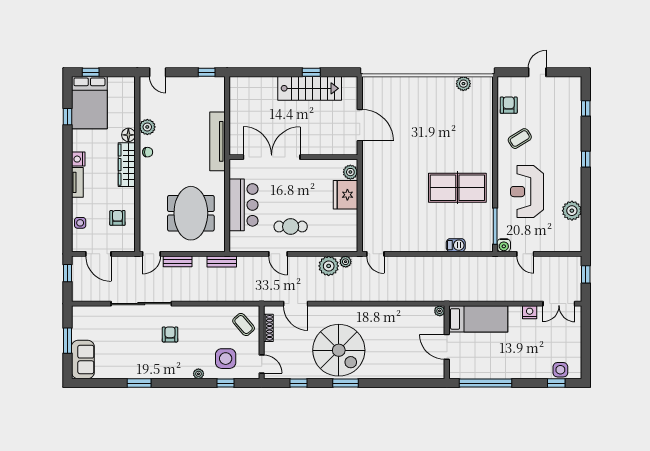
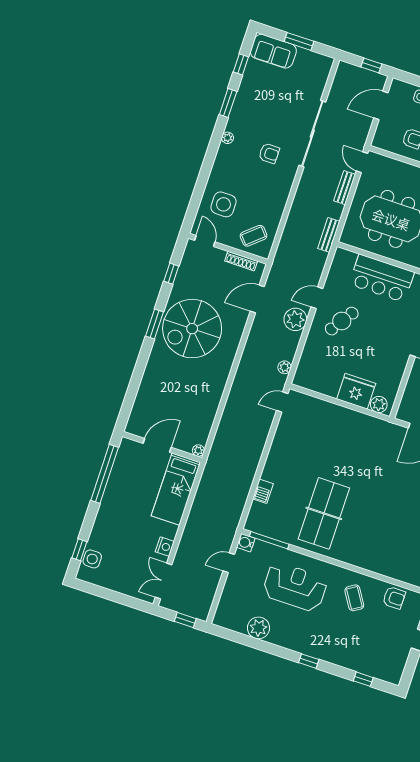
cafe table: (291, 227) -> (342, 321), turned 34
plant: (329, 266) -> (295, 319), moved
door: (262, 364) -> (205, 241), swing flipped
plant: (198, 374) -> (228, 138), moved
window: (226, 383) -> (241, 64), moved

